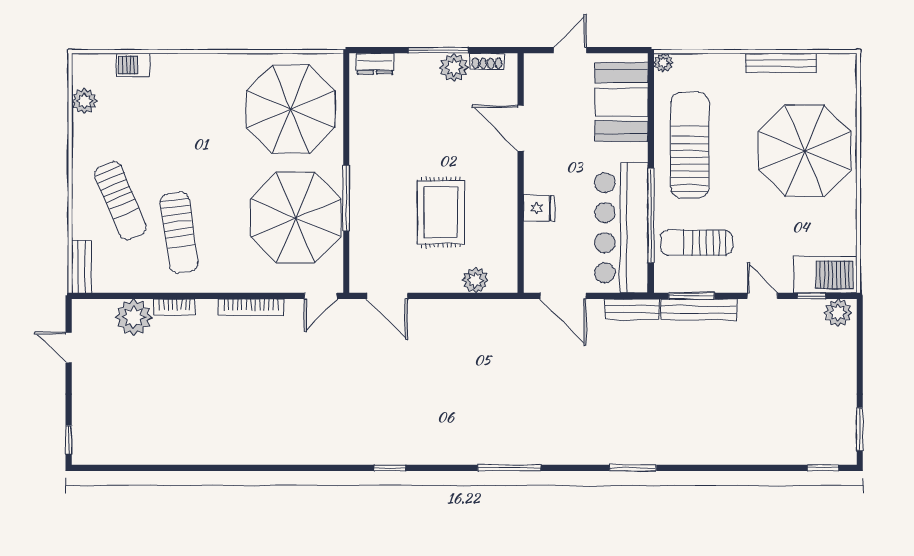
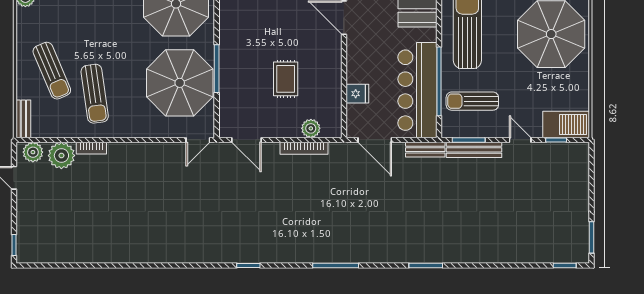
fridge: (539, 208) -> (357, 94), moved
rug: (441, 212) -> (286, 79), width x0.73, depth x0.70
bookcase: (251, 307) -> (304, 148), moved
plant: (838, 313) -> (33, 152), moved

